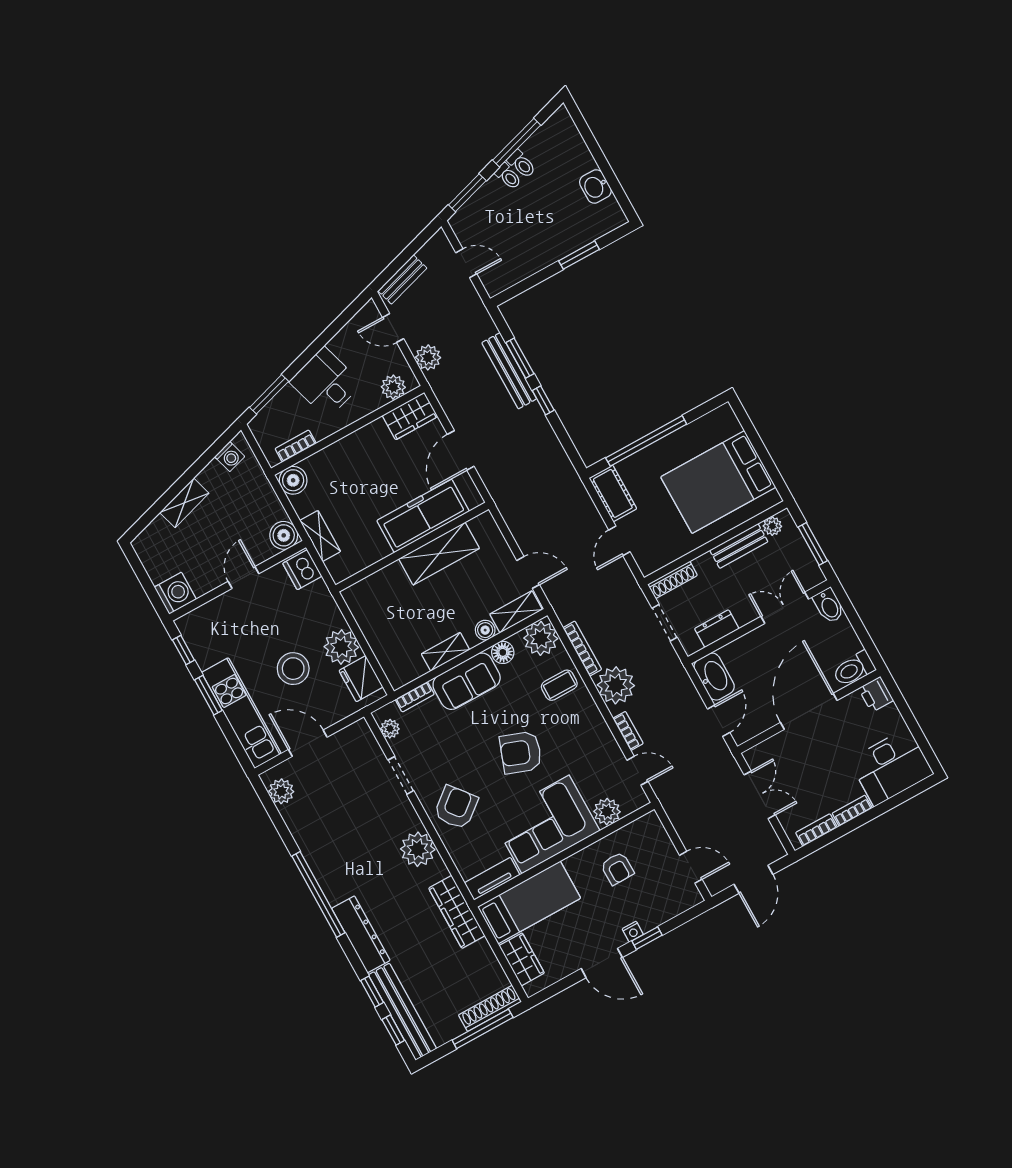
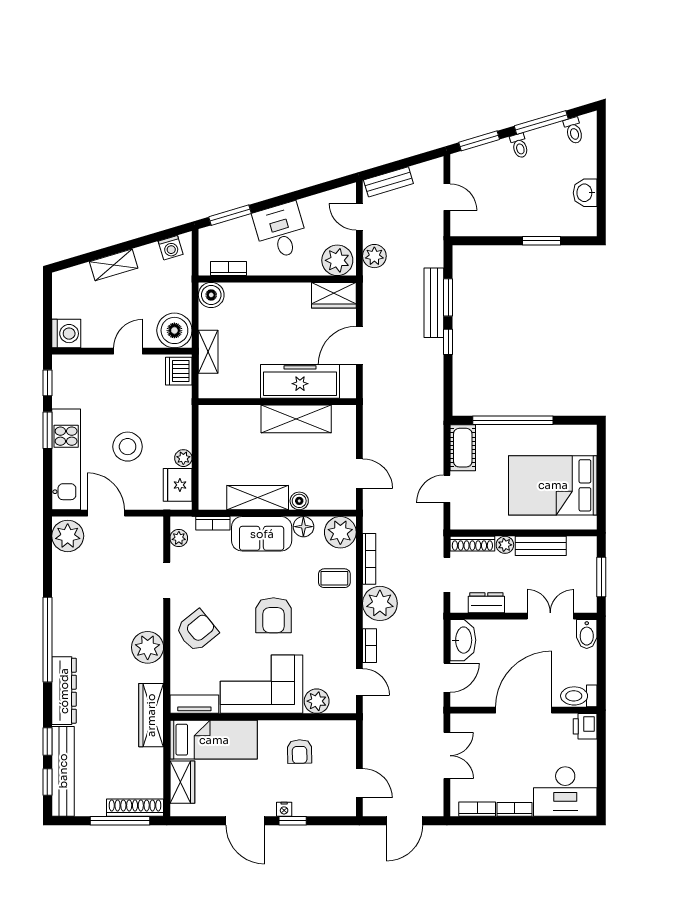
toilet: (522, 164) -> (574, 131), moved
plant: (393, 387) -> (337, 260), width x1.36, depth x1.36
plant: (772, 526) -> (505, 545), moved
boiler: (284, 535) -> (174, 330), width x1.37, depth x1.37
shelving: (516, 612) -> (332, 500), removed
plant: (341, 647) -> (183, 458), width x0.53, depth x0.53
shelving: (445, 652) -> (258, 498), width x1.50, depth x1.33
armchair: (521, 752) -> (273, 615), turned -110
plant: (281, 791) -> (68, 536), width x1.36, depth x1.36

